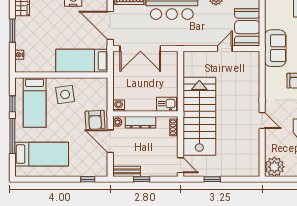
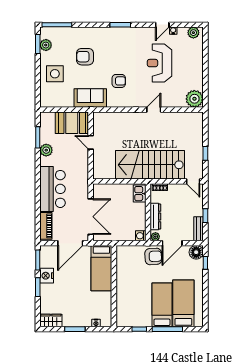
side table: (65, 94) -> (131, 283), removed
bed: (35, 103) -> (162, 305), moved, turned -90
door: (181, 165) -> (193, 181), swing flipped
floor lamp: (100, 169) -> (196, 252), added

